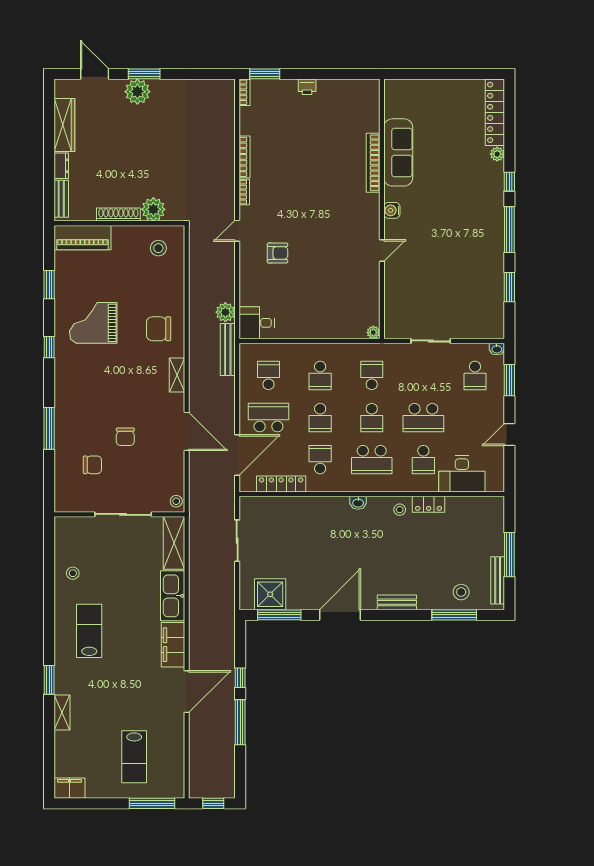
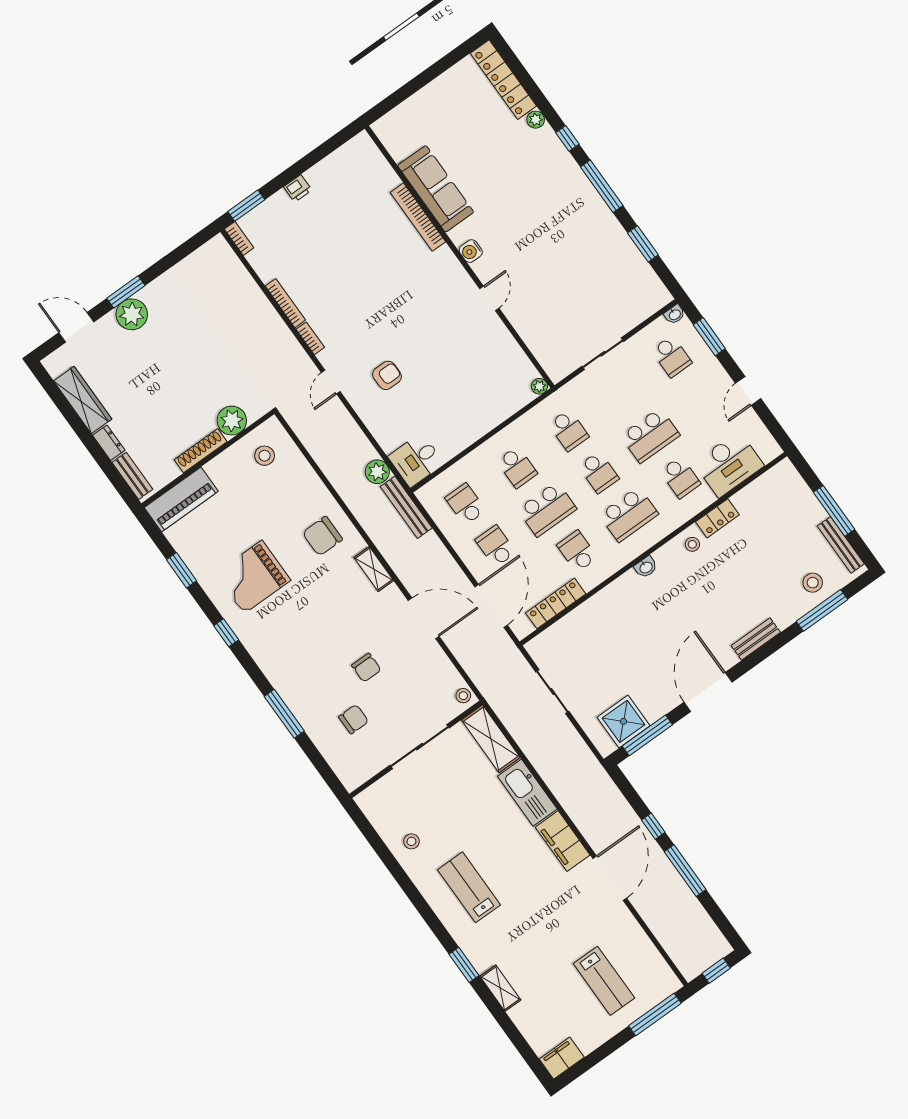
school desk: (372, 375) -> (569, 430), turned 180
school desk: (268, 418) -> (496, 546), width x0.54
school desk: (320, 418) -> (547, 509), width x1.85

